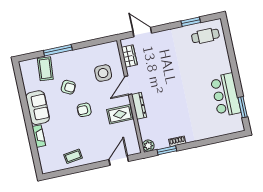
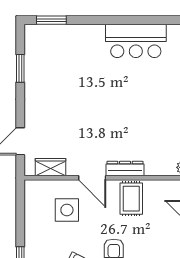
cafe table: (205, 36) -> (45, 52), removed
window: (243, 107) -> (51, 20), moved

